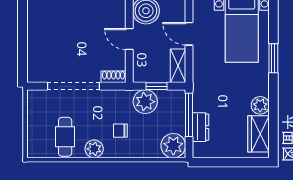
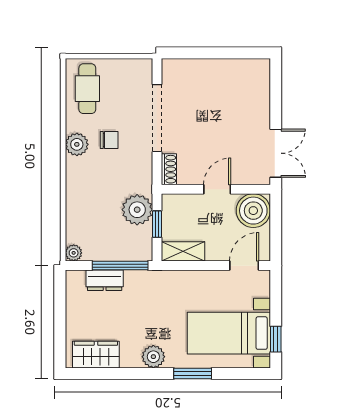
door: (189, 34) -> (244, 266), moved
plant: (260, 105) -> (153, 357), moved
chair: (120, 131) -> (109, 140), moved, turned 90
cafe table: (65, 137) -> (87, 89), moved, turned 90
plant: (173, 146) -> (74, 253), width x0.53, depth x0.53

